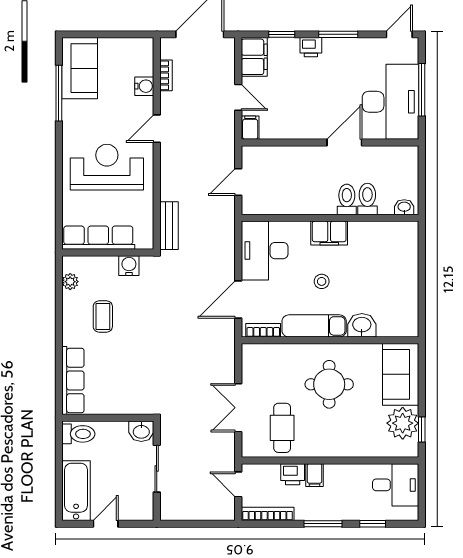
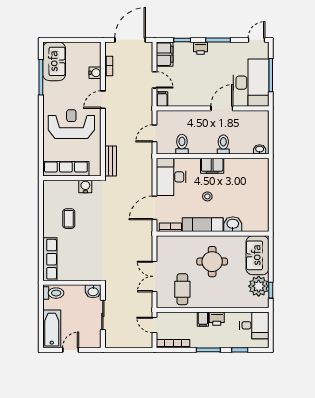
toilet: (367, 199) -> (182, 144), moved
plant: (70, 282) -> (48, 197), removed
printer: (293, 474) -> (217, 319), moved

